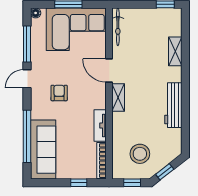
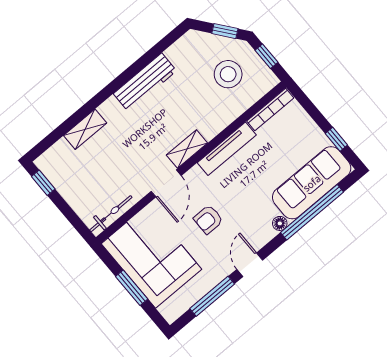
floor lamp: (36, 13) -> (280, 223), moved
door: (27, 79) -> (250, 265), swing flipped
armchair: (59, 93) -> (208, 219), moved
tv unit: (100, 126) -> (227, 149), width x1.41
window: (79, 183) -> (336, 139), moved

